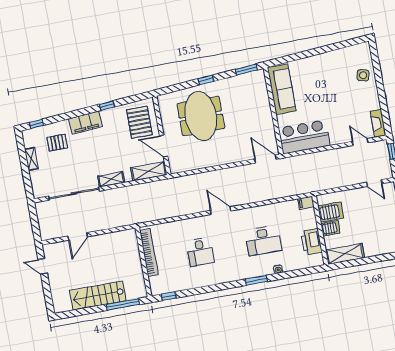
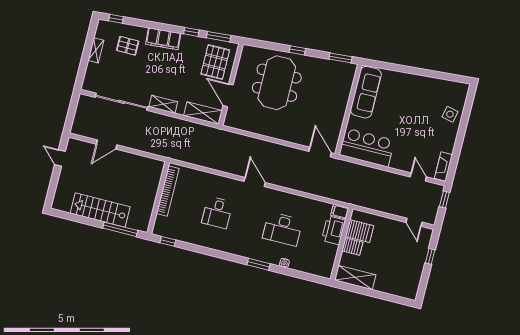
window: (132, 99) -> (219, 37), added
printer: (311, 242) -> (333, 230), moved

